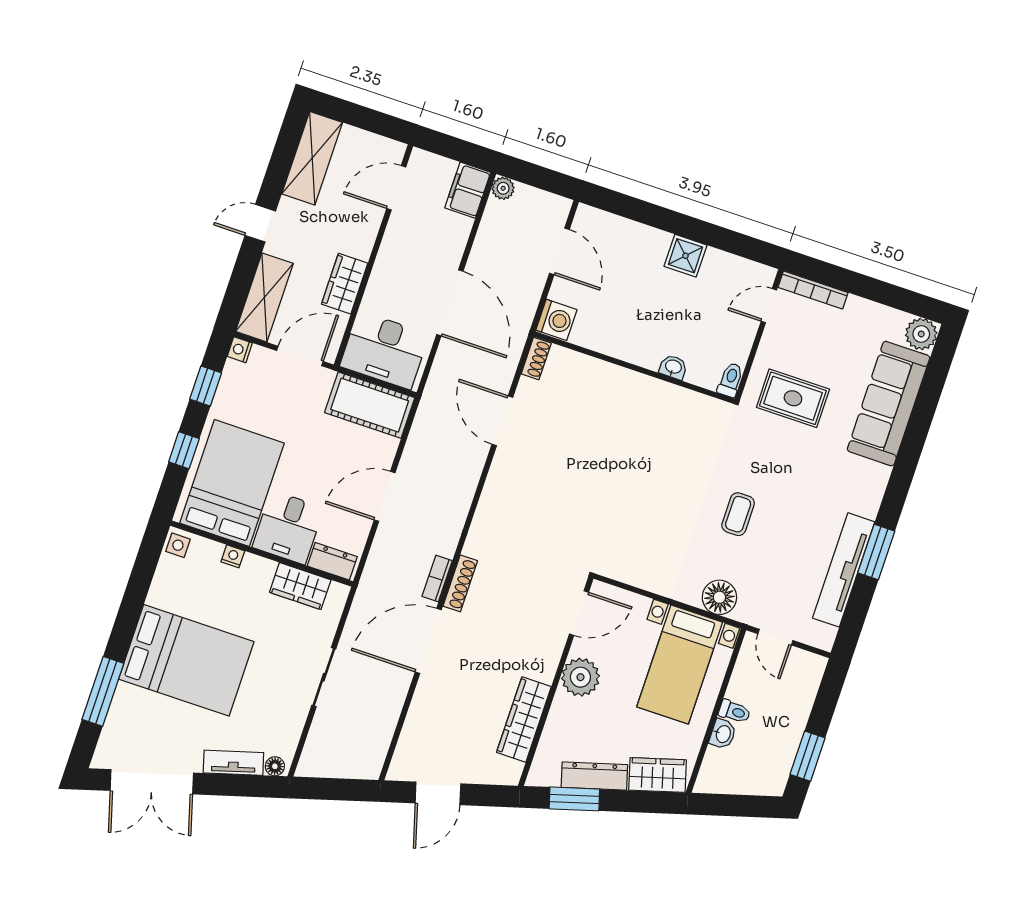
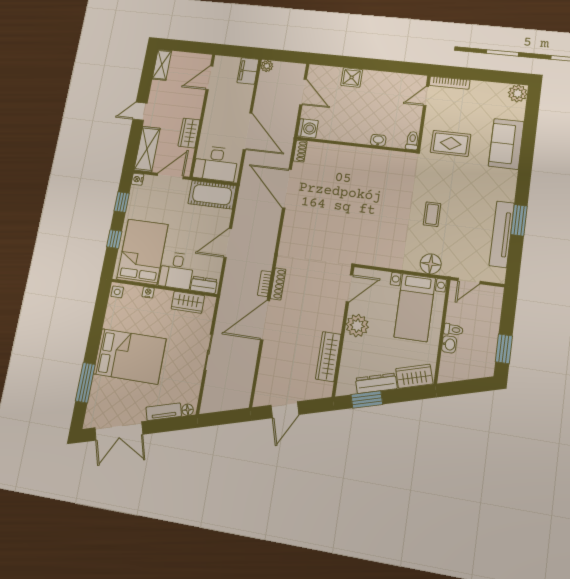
shelving: (312, 158) -> (162, 65), width x0.67, depth x0.75
shower: (685, 256) -> (352, 77), moved
sofa: (889, 404) -> (506, 144), width x0.73
door: (502, 421) -> (287, 189), width x1.36
door: (775, 637) -> (469, 281), hinge flipped

